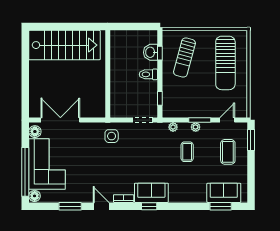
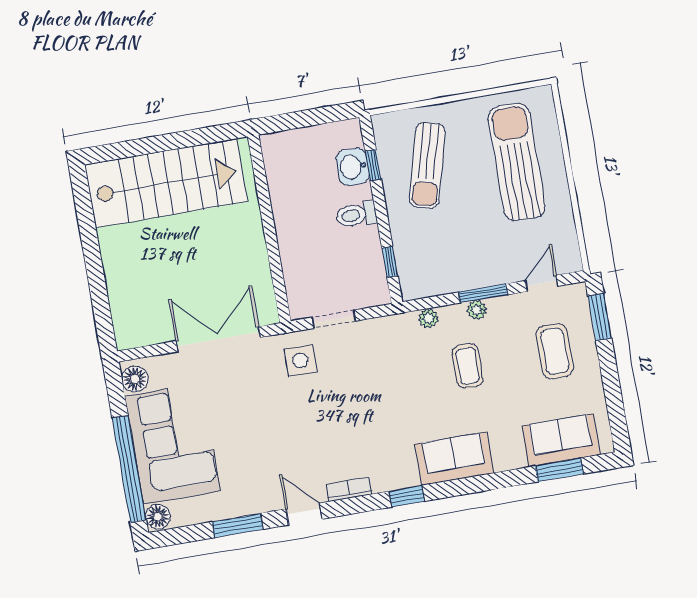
sun lounger: (225, 63) -> (517, 162), turned 180
double door: (60, 120) -> (218, 339), moved
doorway: (143, 120) -> (334, 319), moved
sofa: (151, 193) -> (454, 459), moved

